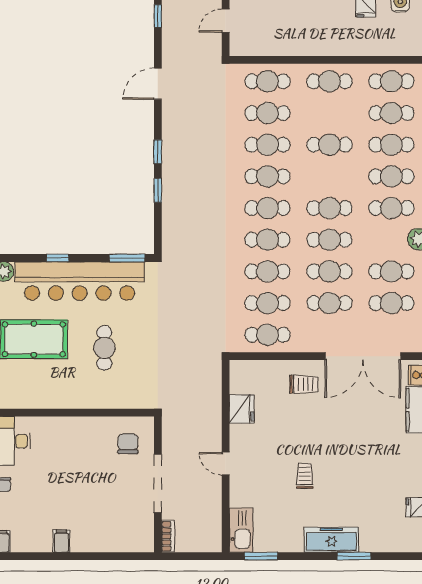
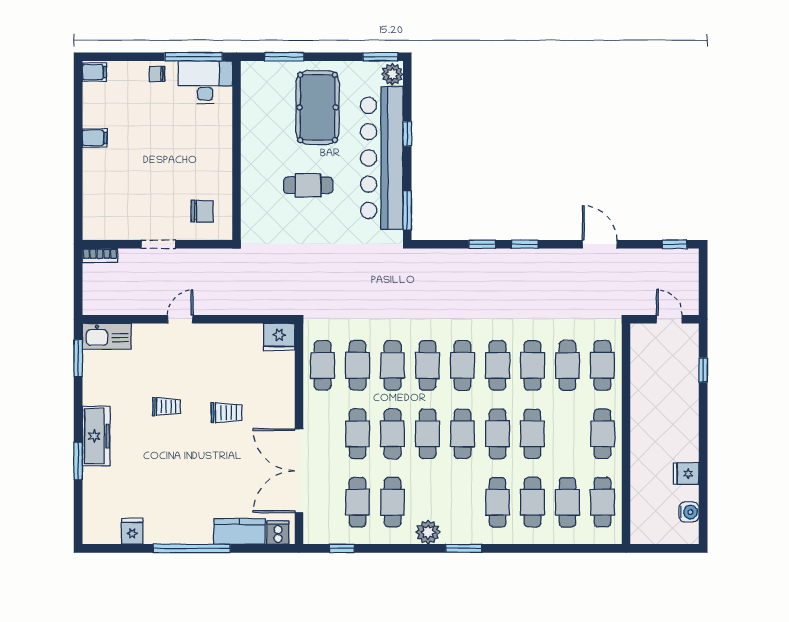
cafe table: (391, 208) -> (497, 434), moved
trolley: (304, 384) -> (227, 413), moved, turned -90
fridge: (242, 409) -> (279, 337), moved
doorway: (158, 483) -> (158, 244), width x0.53

